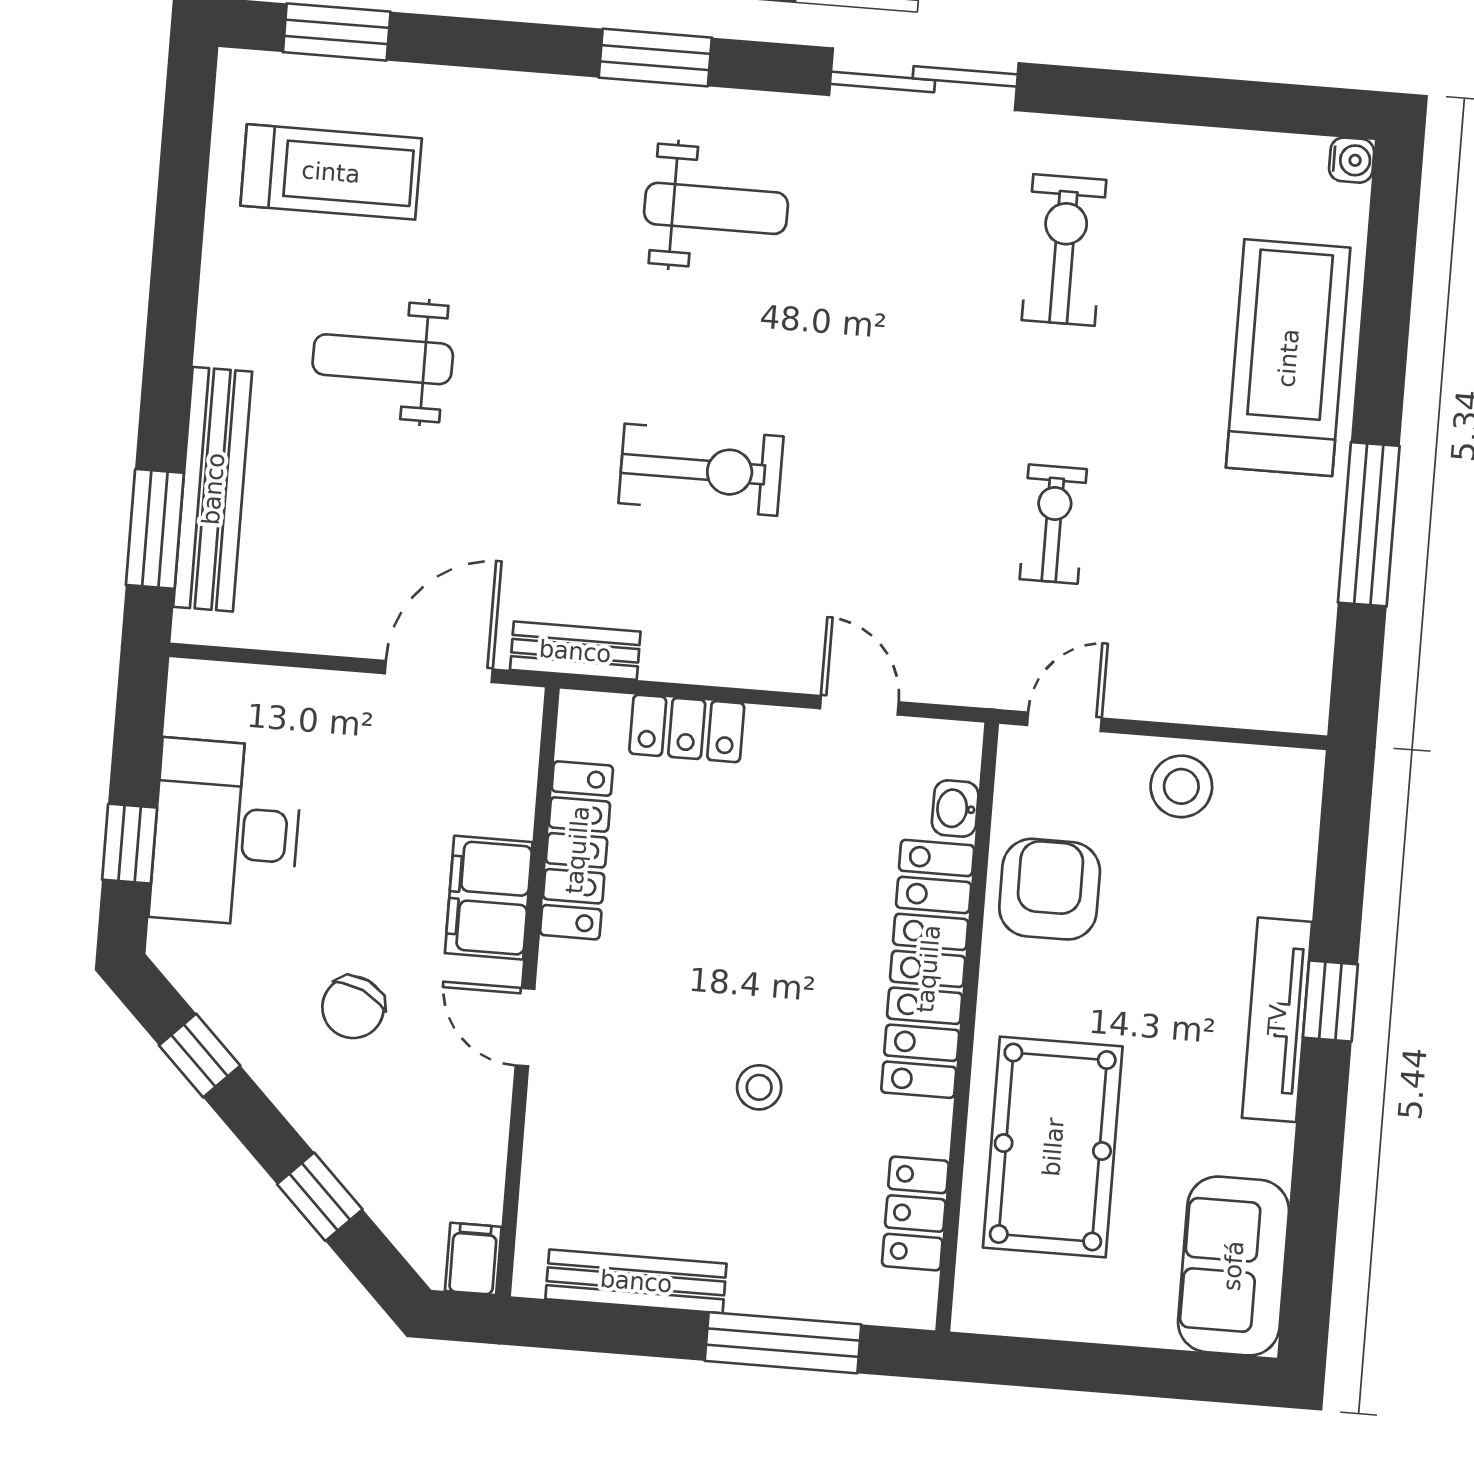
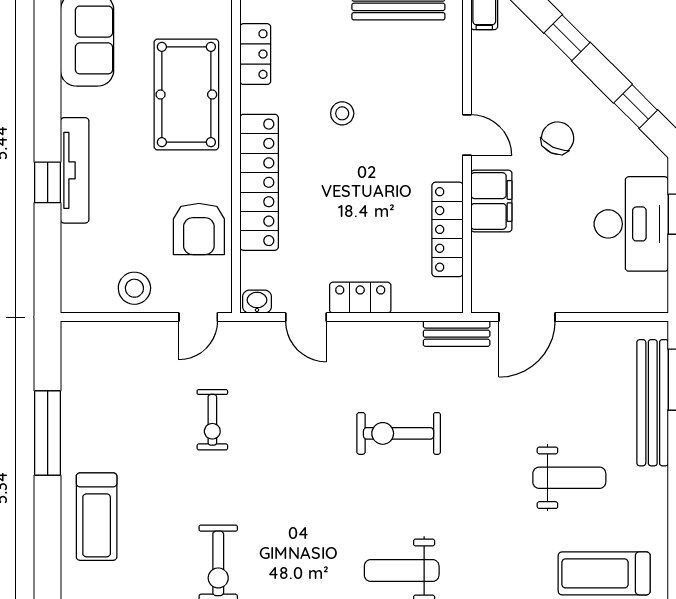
treadmill: (1288, 358) -> (97, 517), width x0.73, depth x0.73
locker: (687, 728) -> (360, 298), moved
washbasin: (955, 808) -> (257, 302), moved, turned -90

